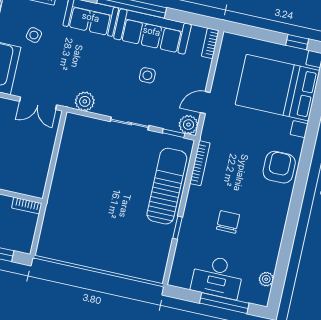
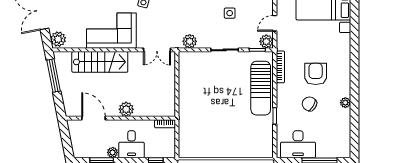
armchair: (279, 167) -> (316, 74), moved
sun lounger: (167, 186) -> (261, 88), turned 180
chair: (228, 222) -> (309, 104), turned -59
desk: (217, 277) -> (298, 144), moved
plant: (266, 279) -> (345, 103), moved

